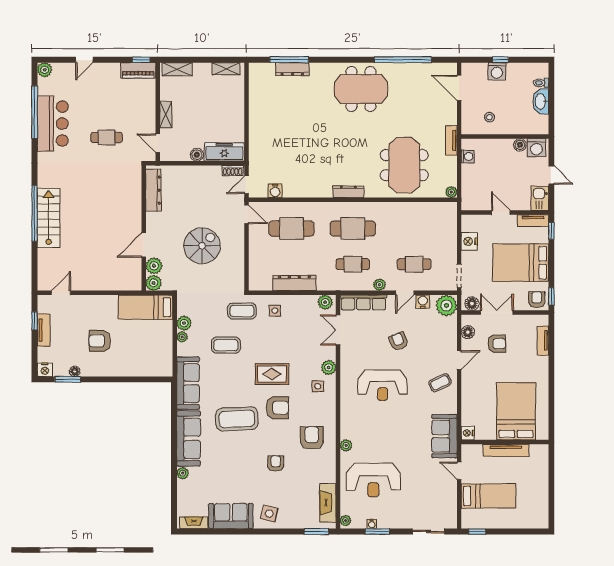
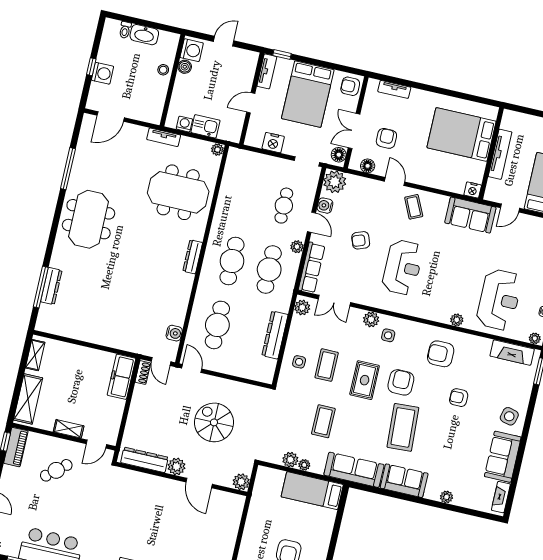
window: (403, 60) -> (68, 169), width x0.68
shelving: (177, 69) -> (28, 399), width x1.50, depth x1.33
stool: (489, 117) -> (163, 70), moved
cafe table: (107, 137) -> (56, 470), moved, turned 50
boiler: (197, 155) -> (118, 406), removed
kitchen sink: (540, 198) -> (205, 126), moved, turned 180
door: (246, 214) -> (192, 369), hinge flipped
cafe table: (353, 264) -> (269, 270), width x1.37, depth x1.35
plant: (154, 266) -> (176, 467), moved
window: (551, 296) -> (350, 70), removed
bed: (145, 307) -> (312, 491), moved, turned 90
coffee table: (242, 311) -> (327, 365), moved
sofa: (189, 438) -> (404, 481), width x0.73

